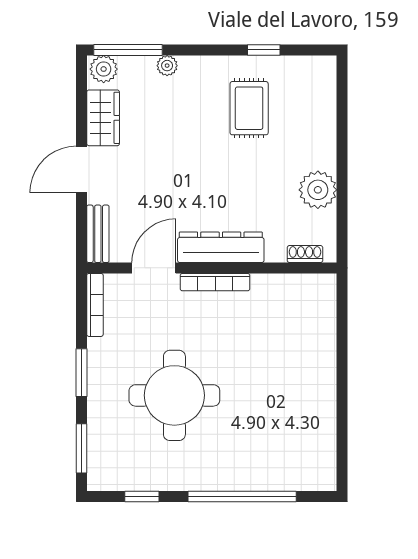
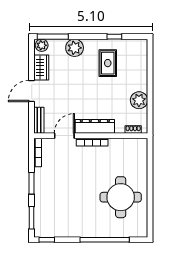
plant: (167, 66) -> (75, 48), width x1.88, depth x1.88
round table: (174, 395) -> (121, 197), moved
window: (142, 497) -> (47, 240), moved

